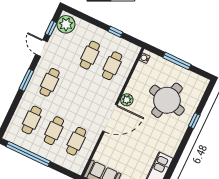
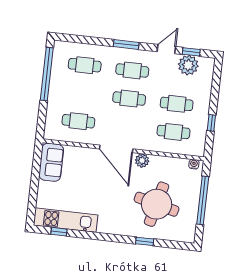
plant: (66, 24) -> (188, 65), moved
window: (177, 61) -> (203, 200), width x1.46
cafe table: (54, 131) -> (129, 99), moved

